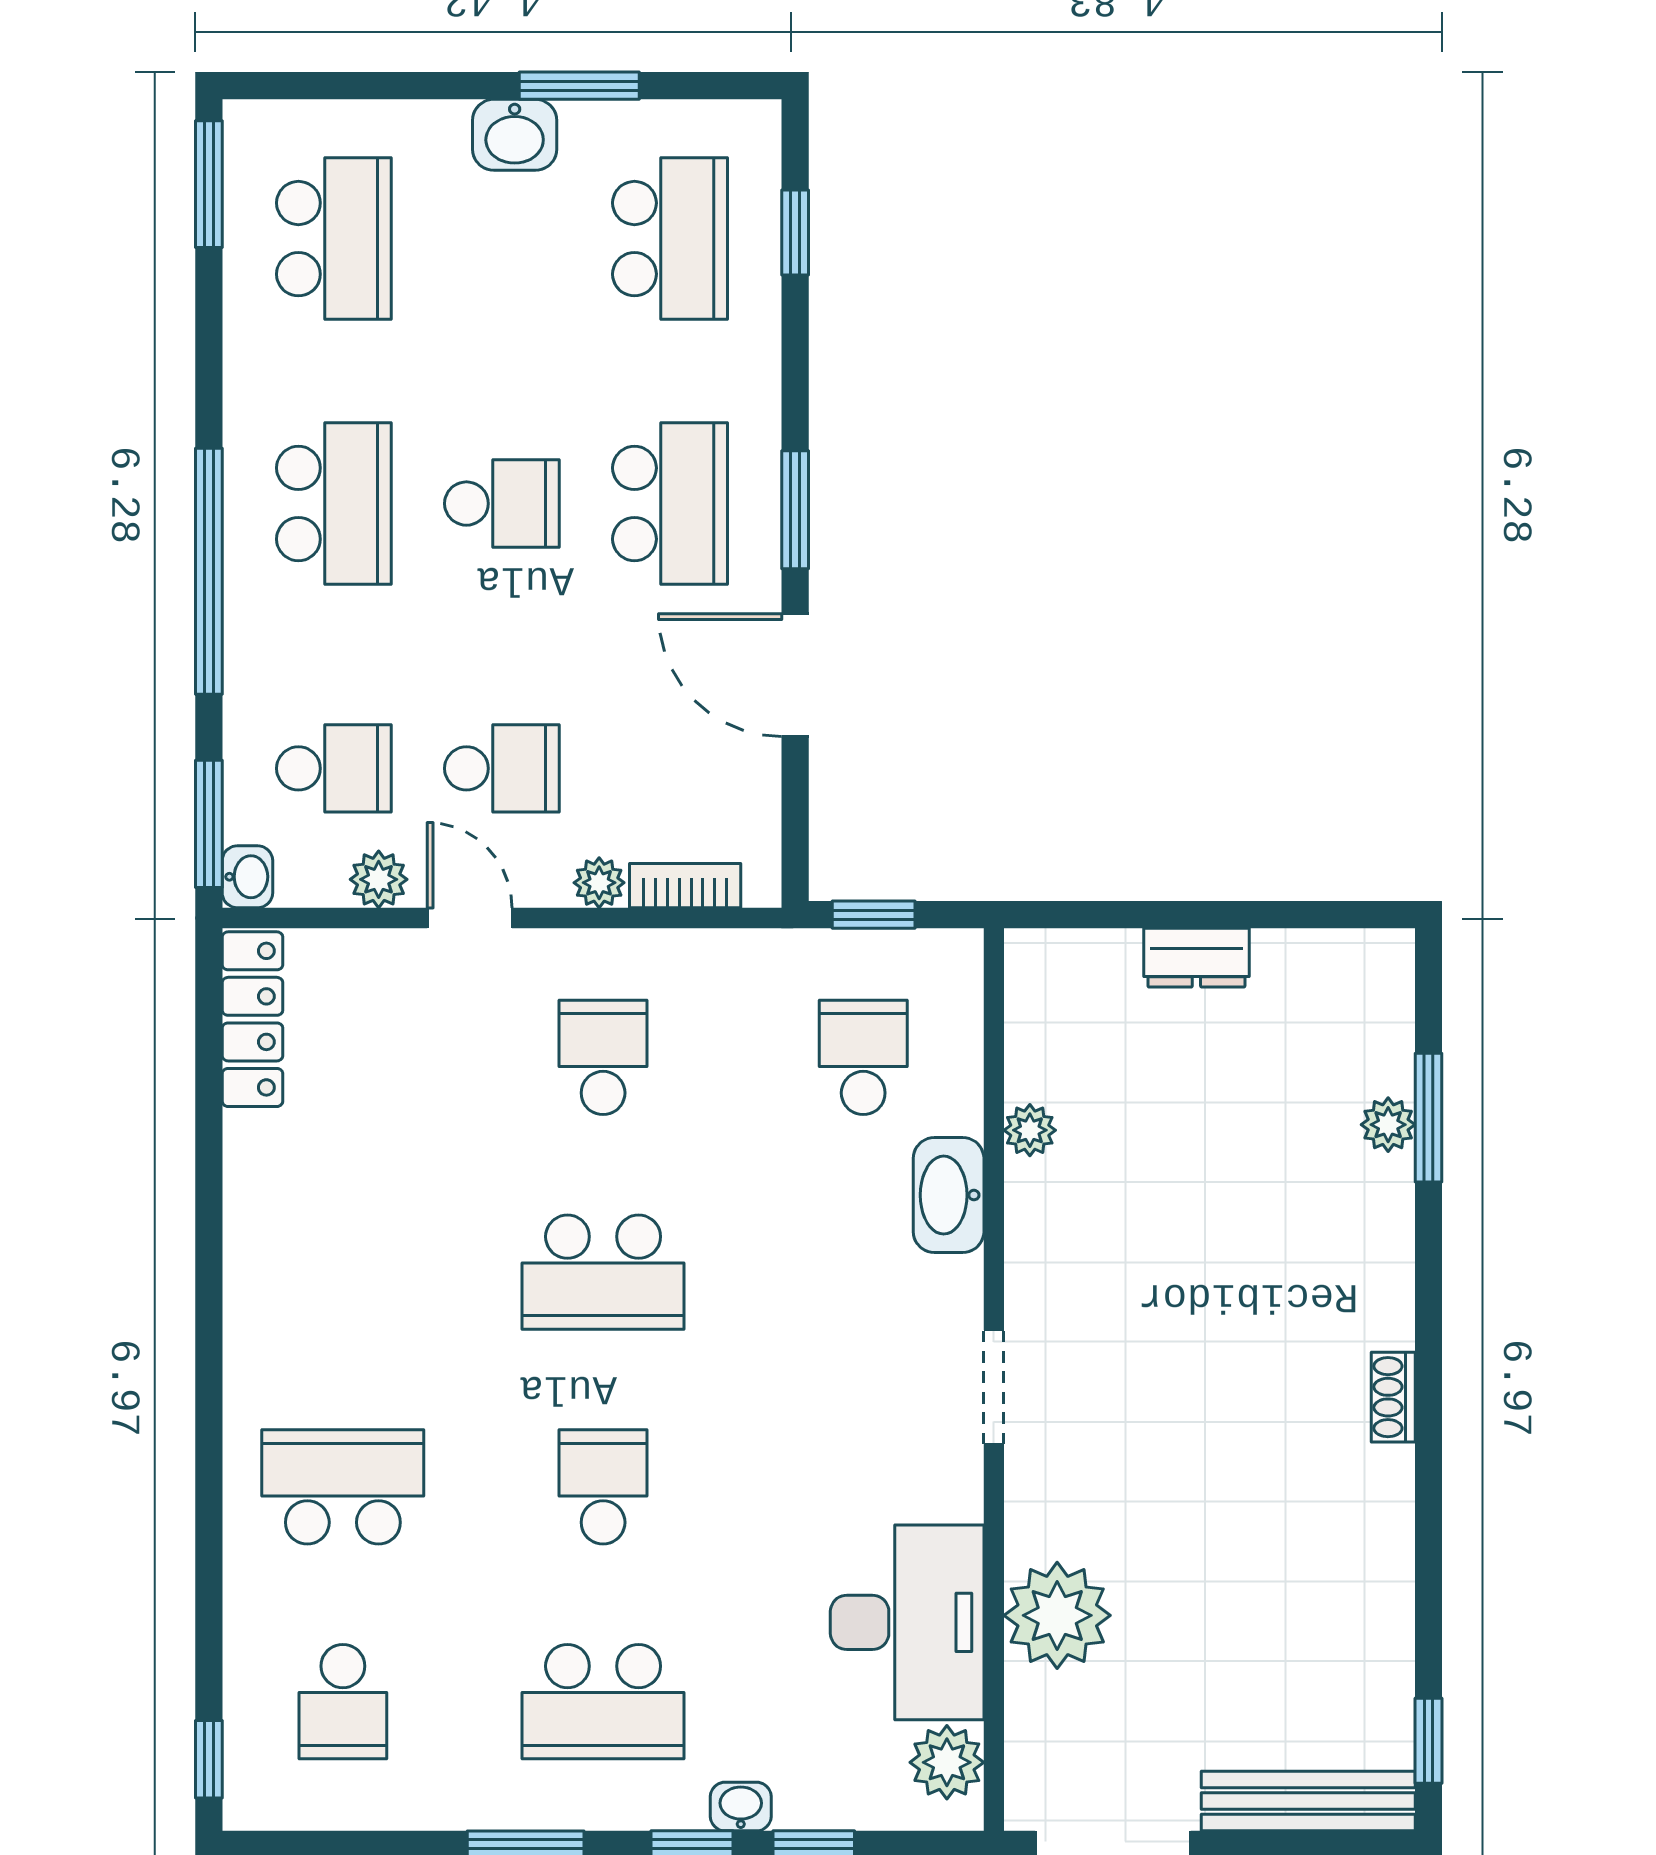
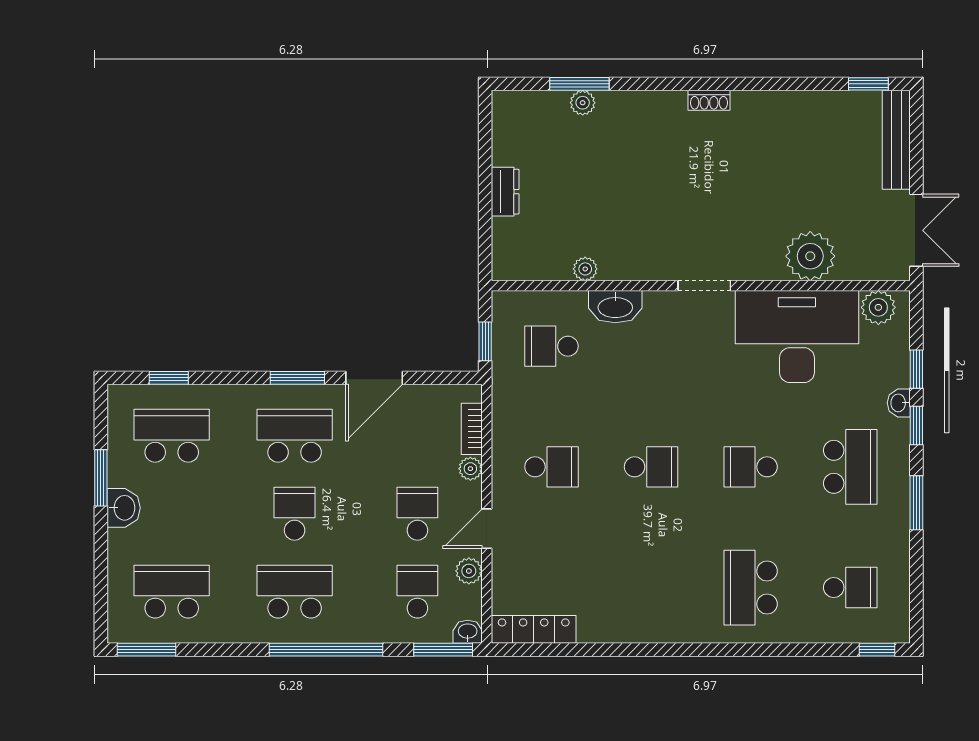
school desk: (603, 1057) -> (551, 467), turned 180
school desk: (603, 1272) -> (651, 467), width x0.54
desk: (907, 1622) -> (797, 336), width x1.36, depth x1.30

